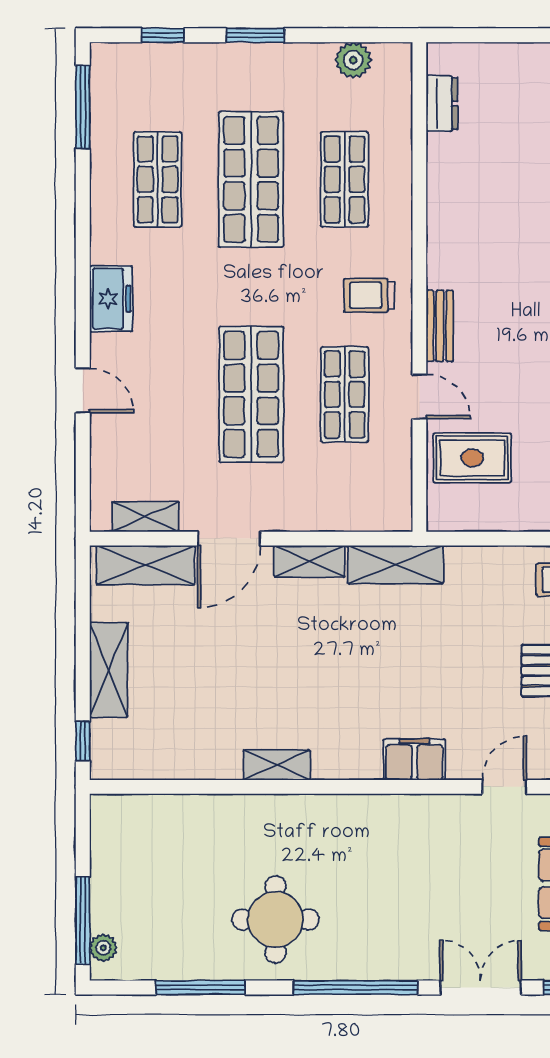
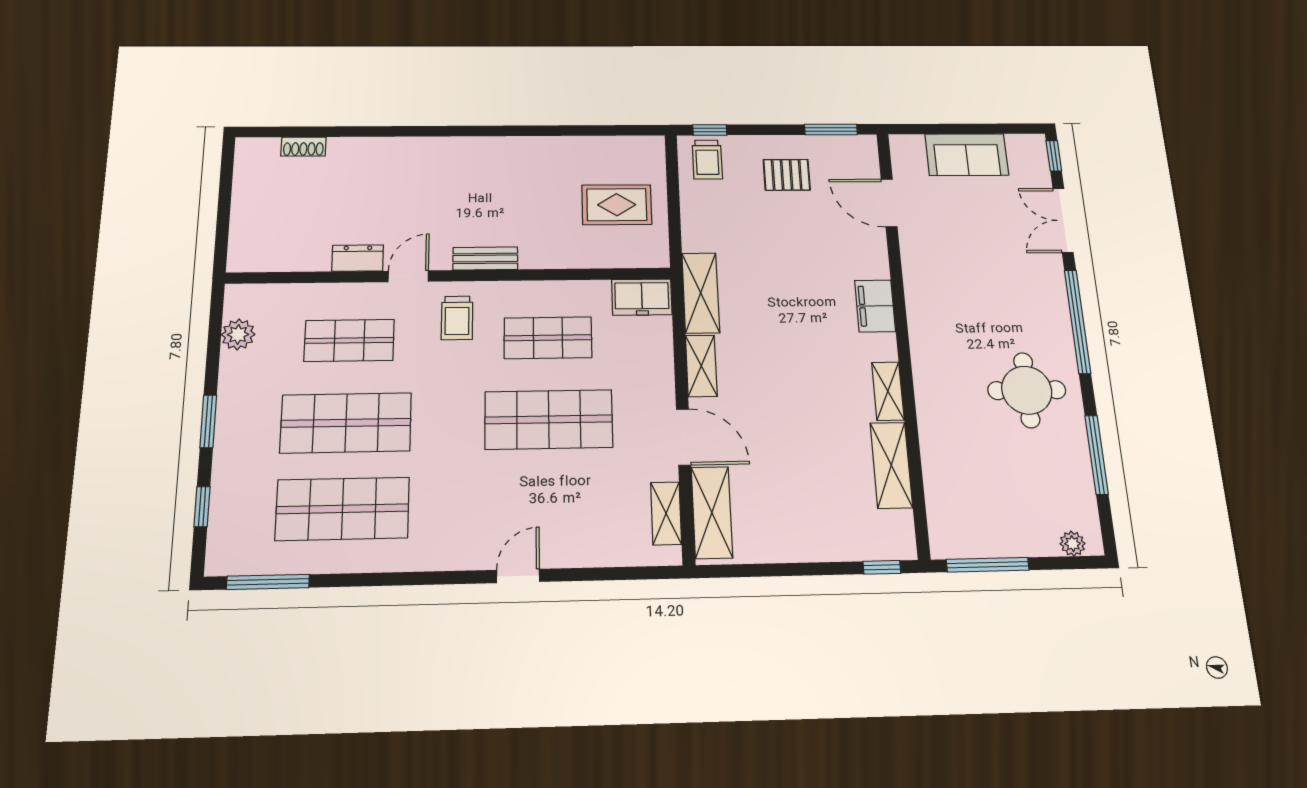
dresser: (442, 104) -> (358, 258), moved
shop shelf: (158, 179) -> (343, 509), width x1.43, depth x1.36
freezer: (111, 299) -> (642, 297), moved, turned 180
door: (83, 391) -> (518, 576), moved
door: (419, 397) -> (408, 276), moved
rug: (472, 458) -> (617, 205), moved, turned 90
shelving: (109, 670) -> (891, 465), moved, turned 90
filing cabinet: (414, 759) -> (875, 306), moved
door: (504, 787) -> (889, 203), width x1.38
window: (83, 920) -> (988, 565), moved

